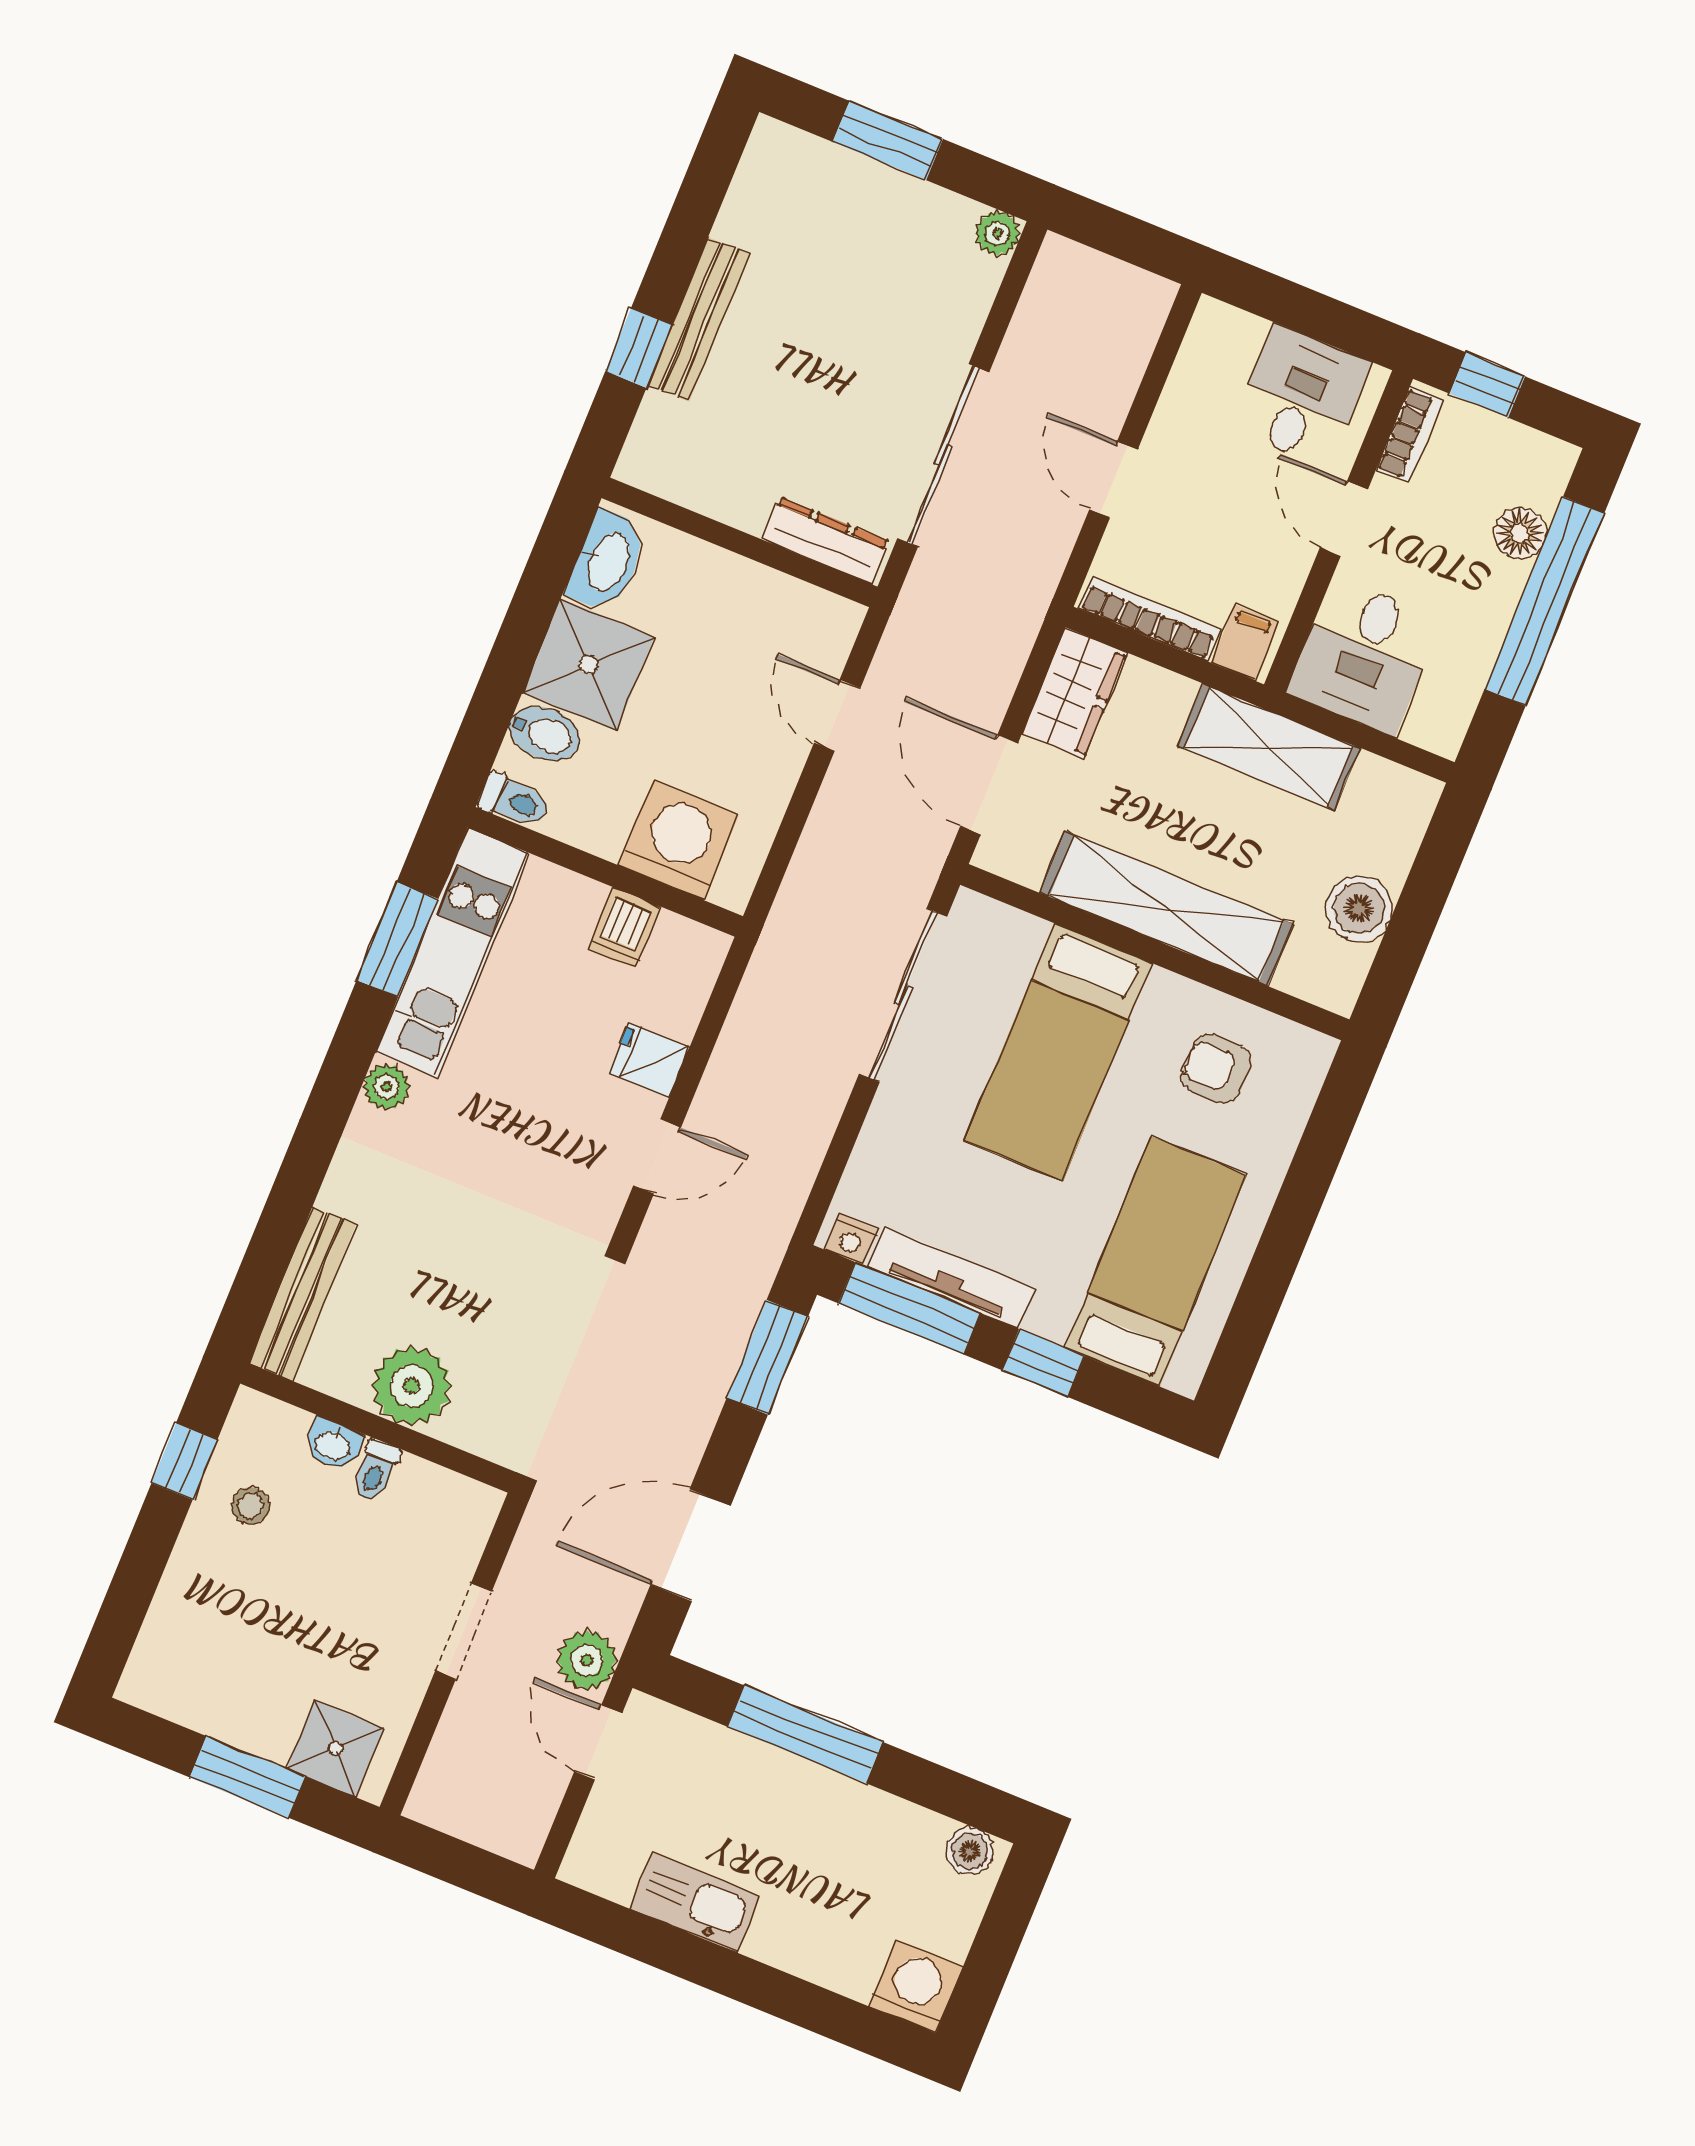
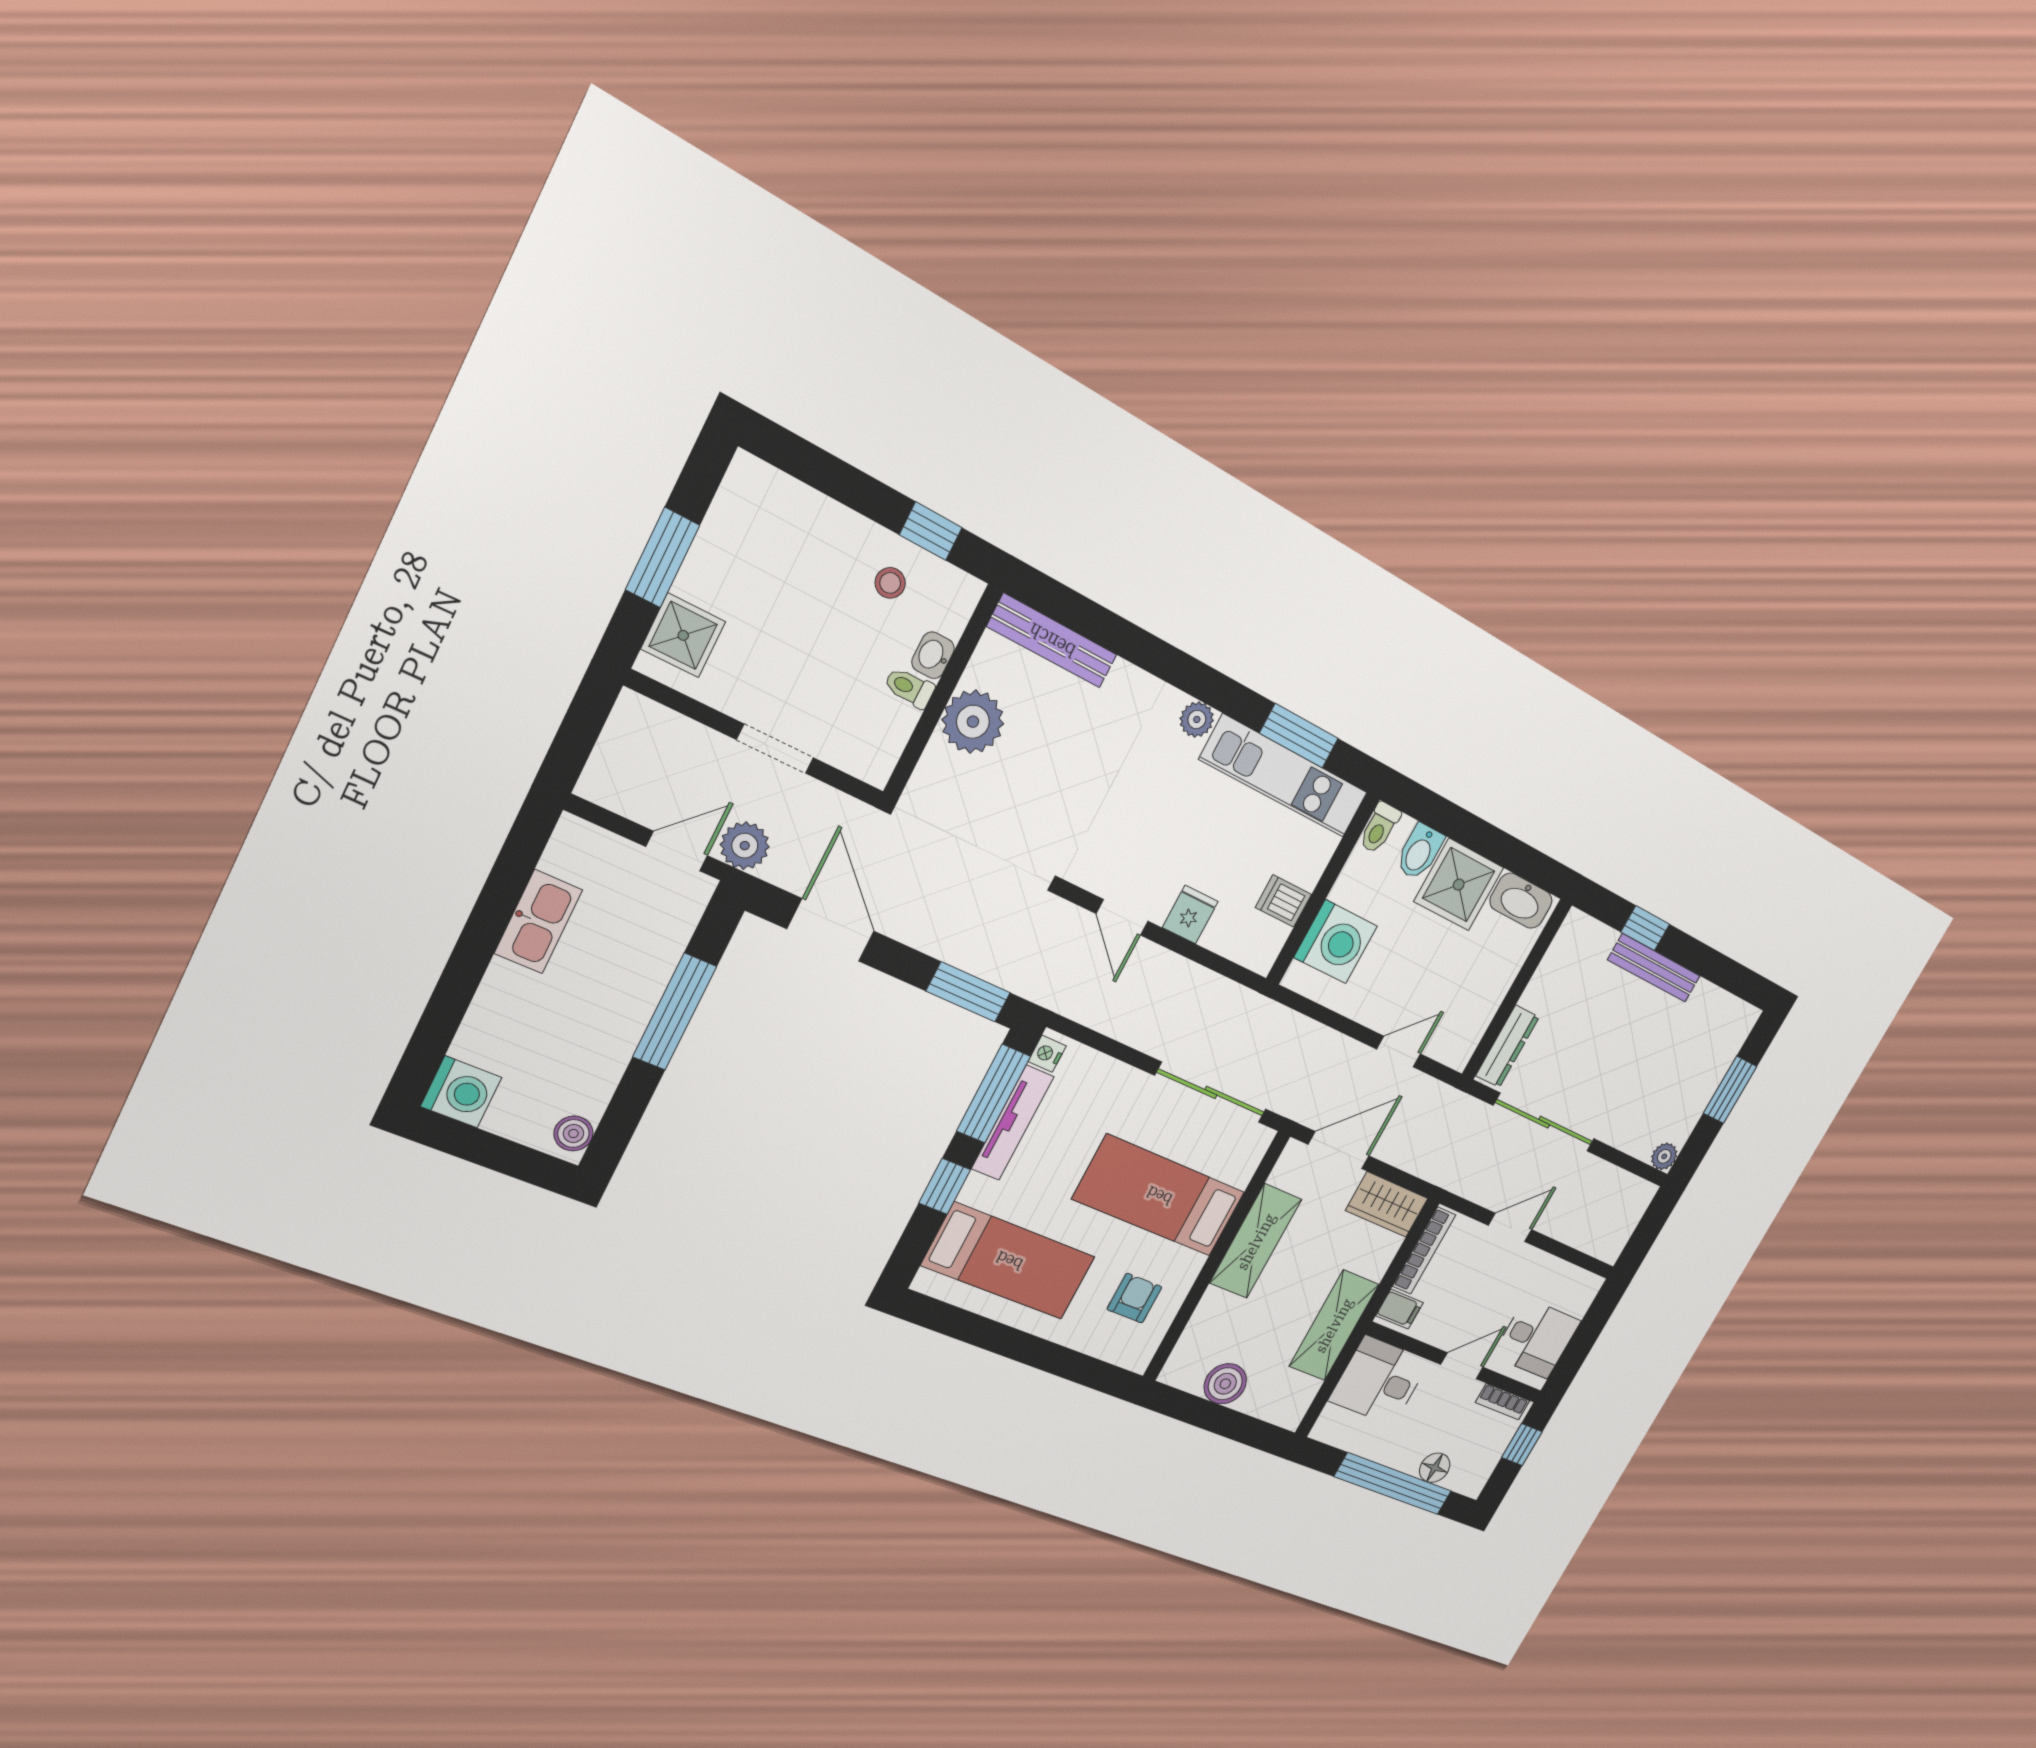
shelving: (1167, 909) -> (1256, 1241), width x0.68

